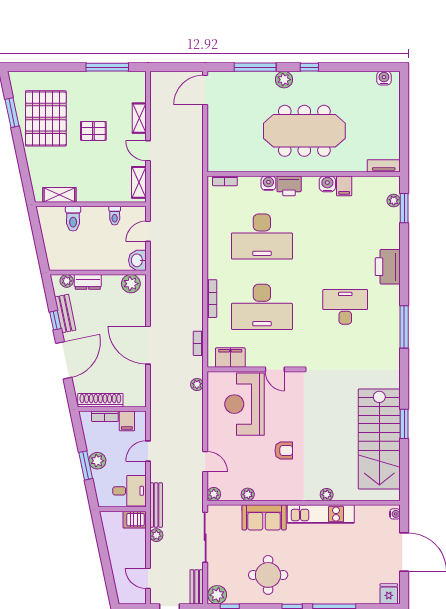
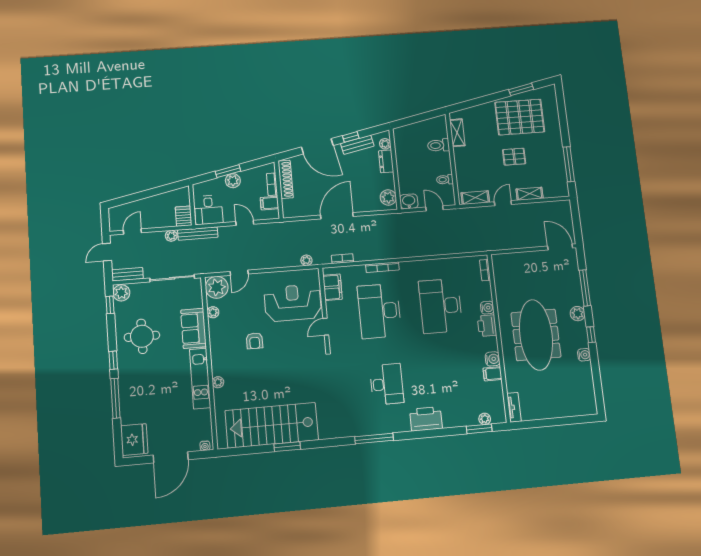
water cooler: (384, 78) -> (584, 355), moved
pallet: (93, 131) -> (514, 157), turned 90
plant: (214, 494) -> (217, 287), width x1.88, depth x1.88
fridge: (389, 594) -> (134, 440), width x1.88, depth x1.34

